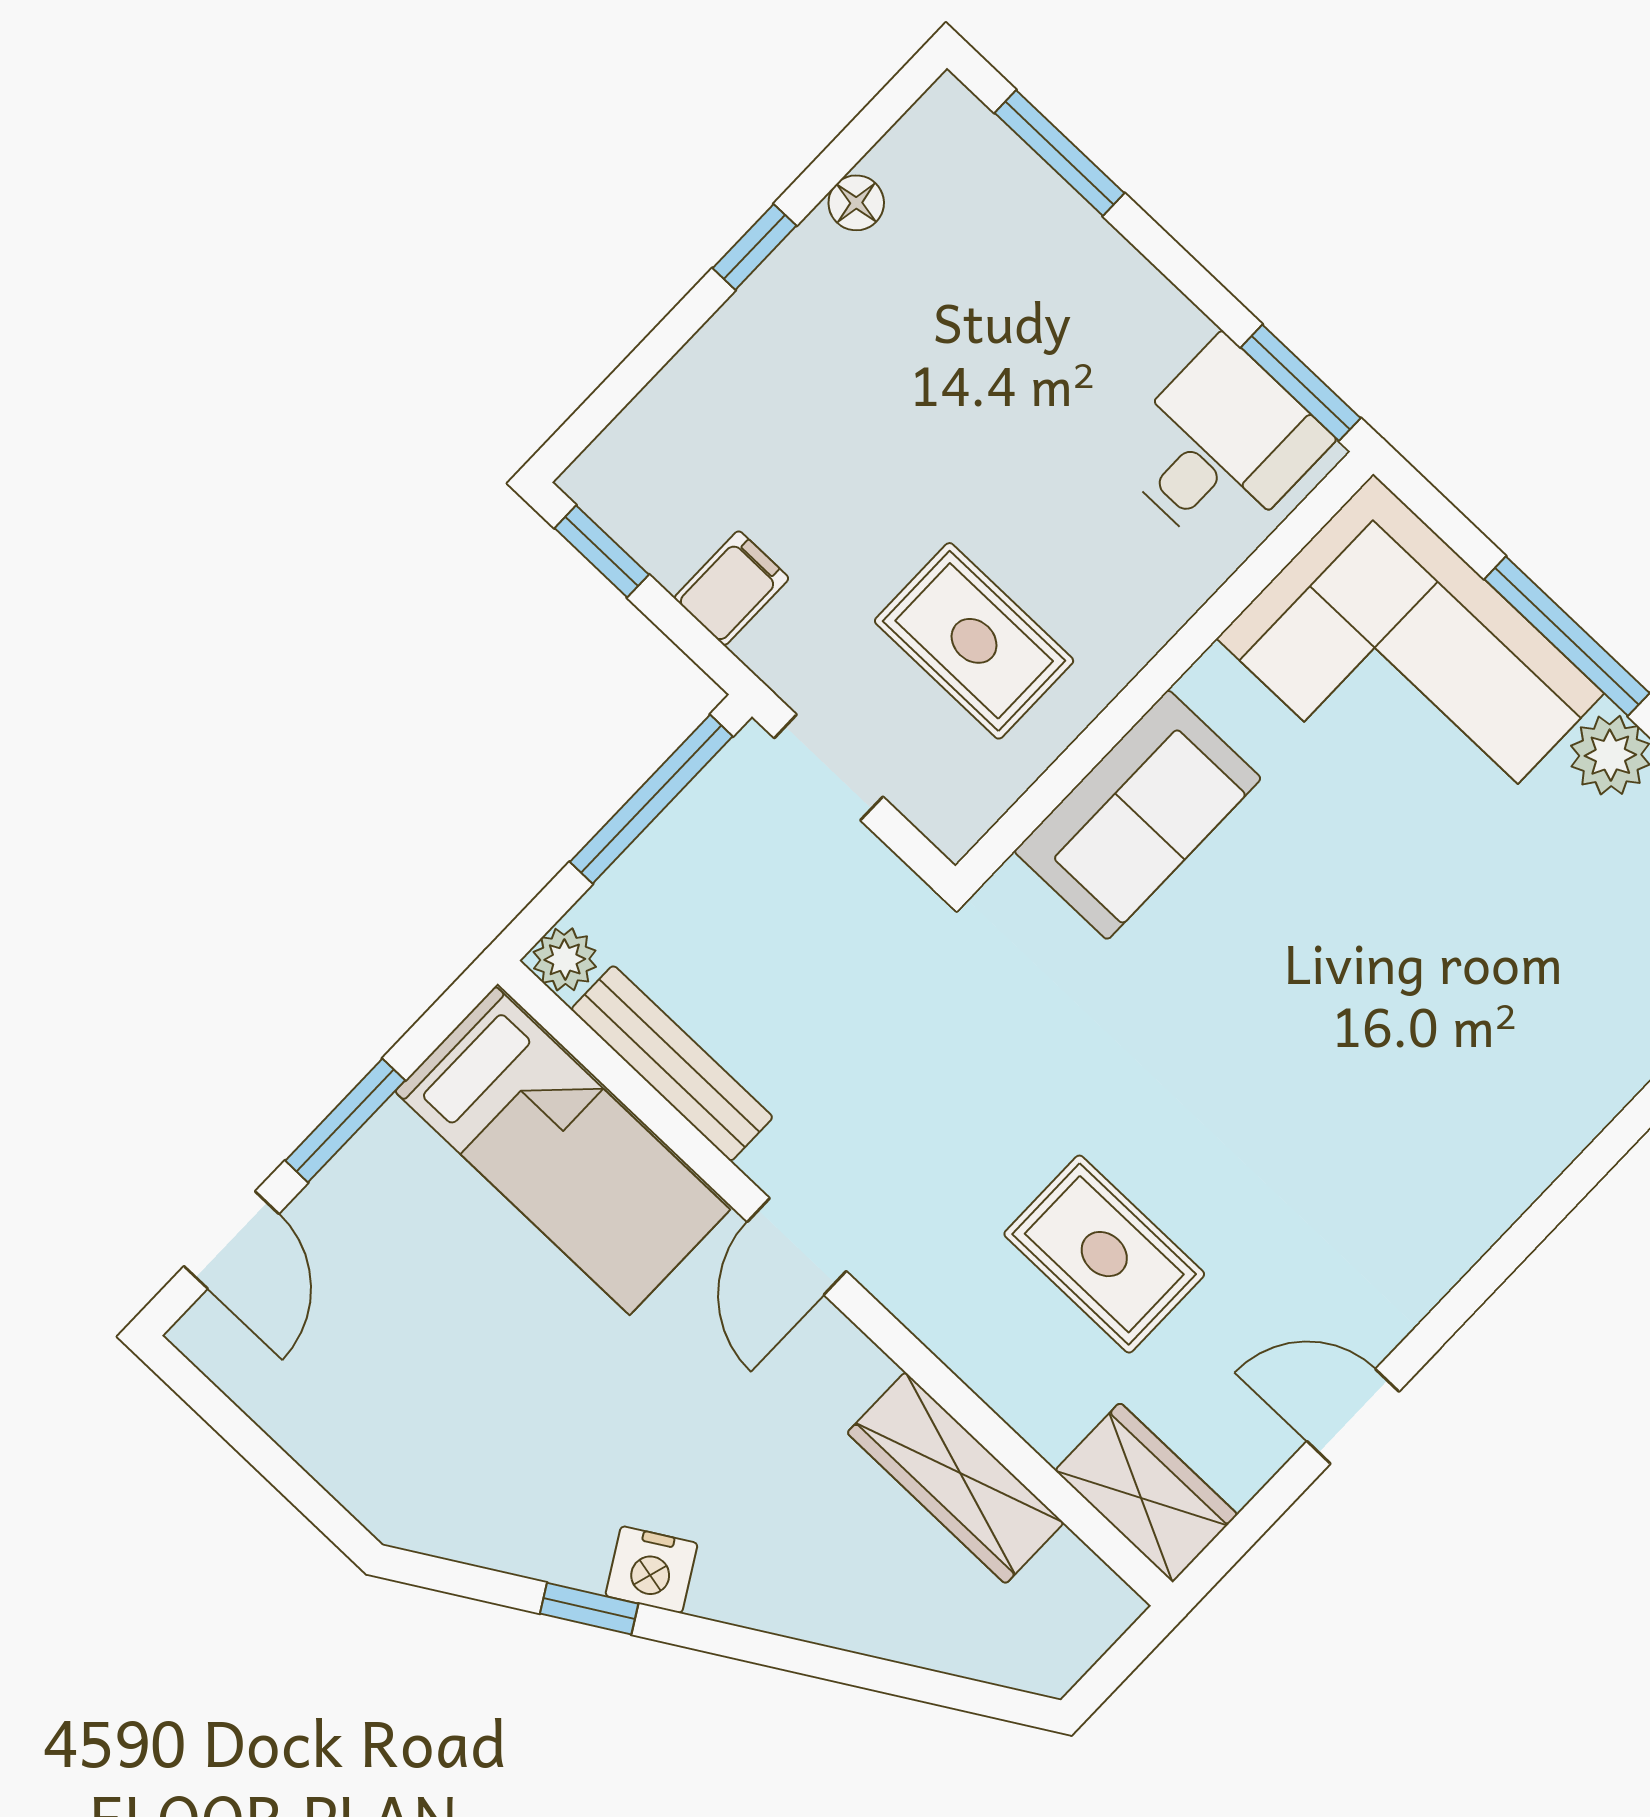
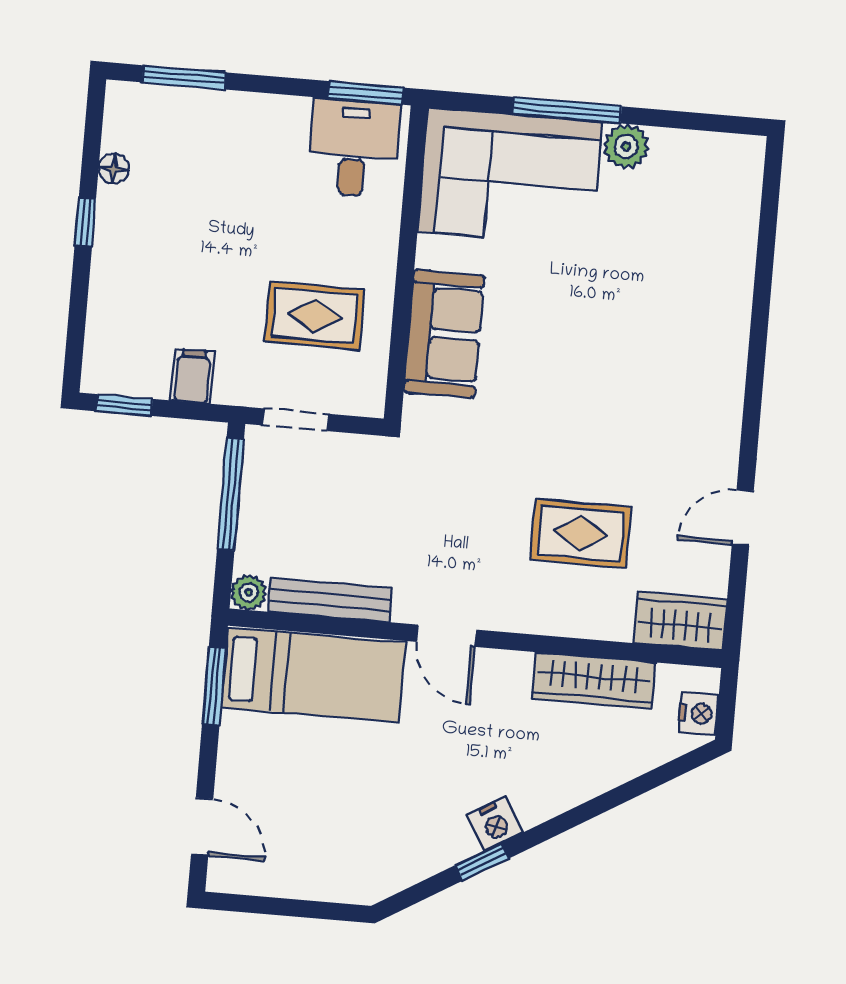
window: (345, 1121) -> (214, 686), moved
nightstand: (1067, 1645) -> (698, 714), added

